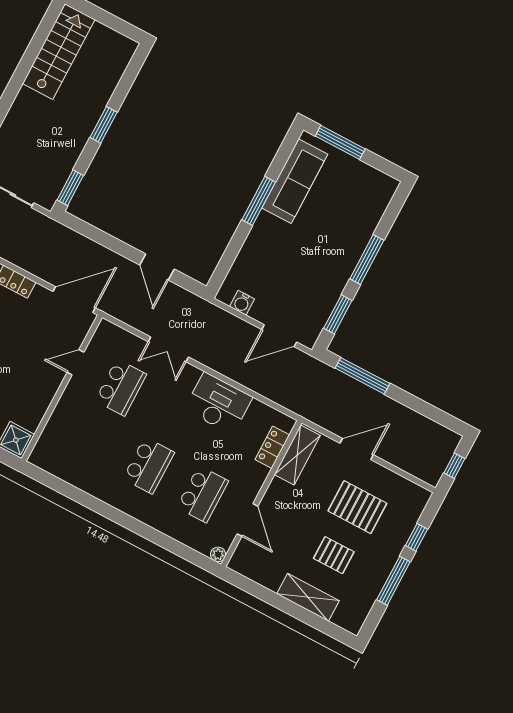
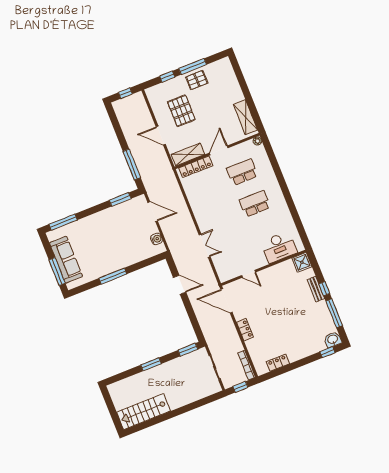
sofa: (295, 181) -> (66, 260), moved, turned 90
window: (367, 260) -> (63, 222), moved
door: (157, 267) -> (180, 285), hinge flipped
school desk: (121, 387) -> (238, 247), removed
desk: (218, 403) -> (279, 247), moved, turned -90
locker: (272, 447) -> (196, 167), width x1.53
door: (247, 520) -> (219, 150), moved
pallet: (334, 555) -> (197, 80), moved, turned 90
shelving: (308, 597) -> (245, 117), moved

